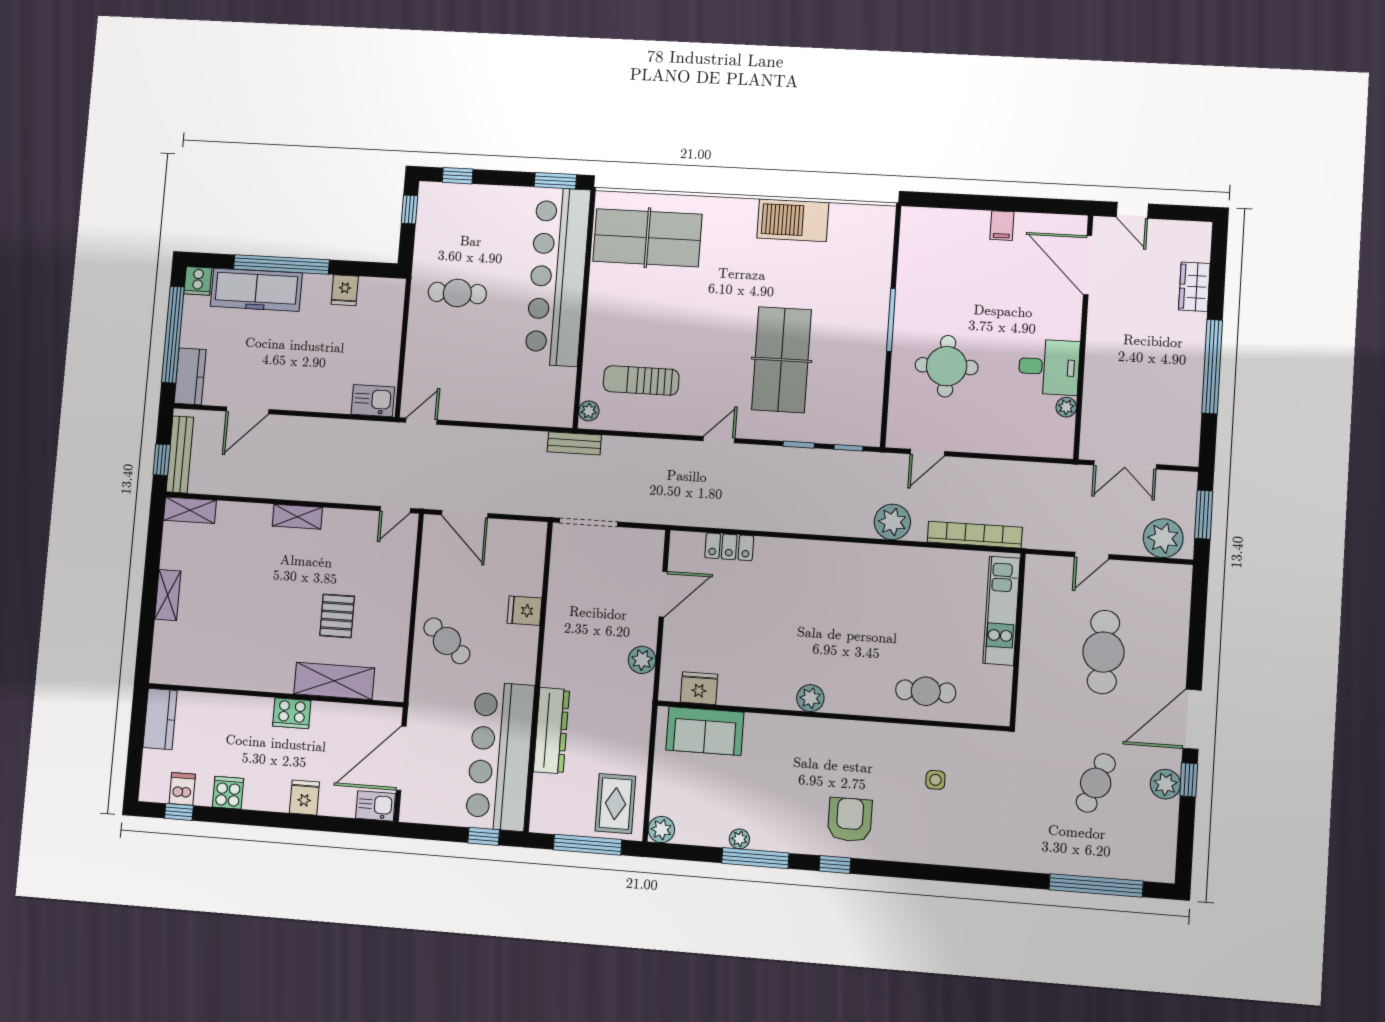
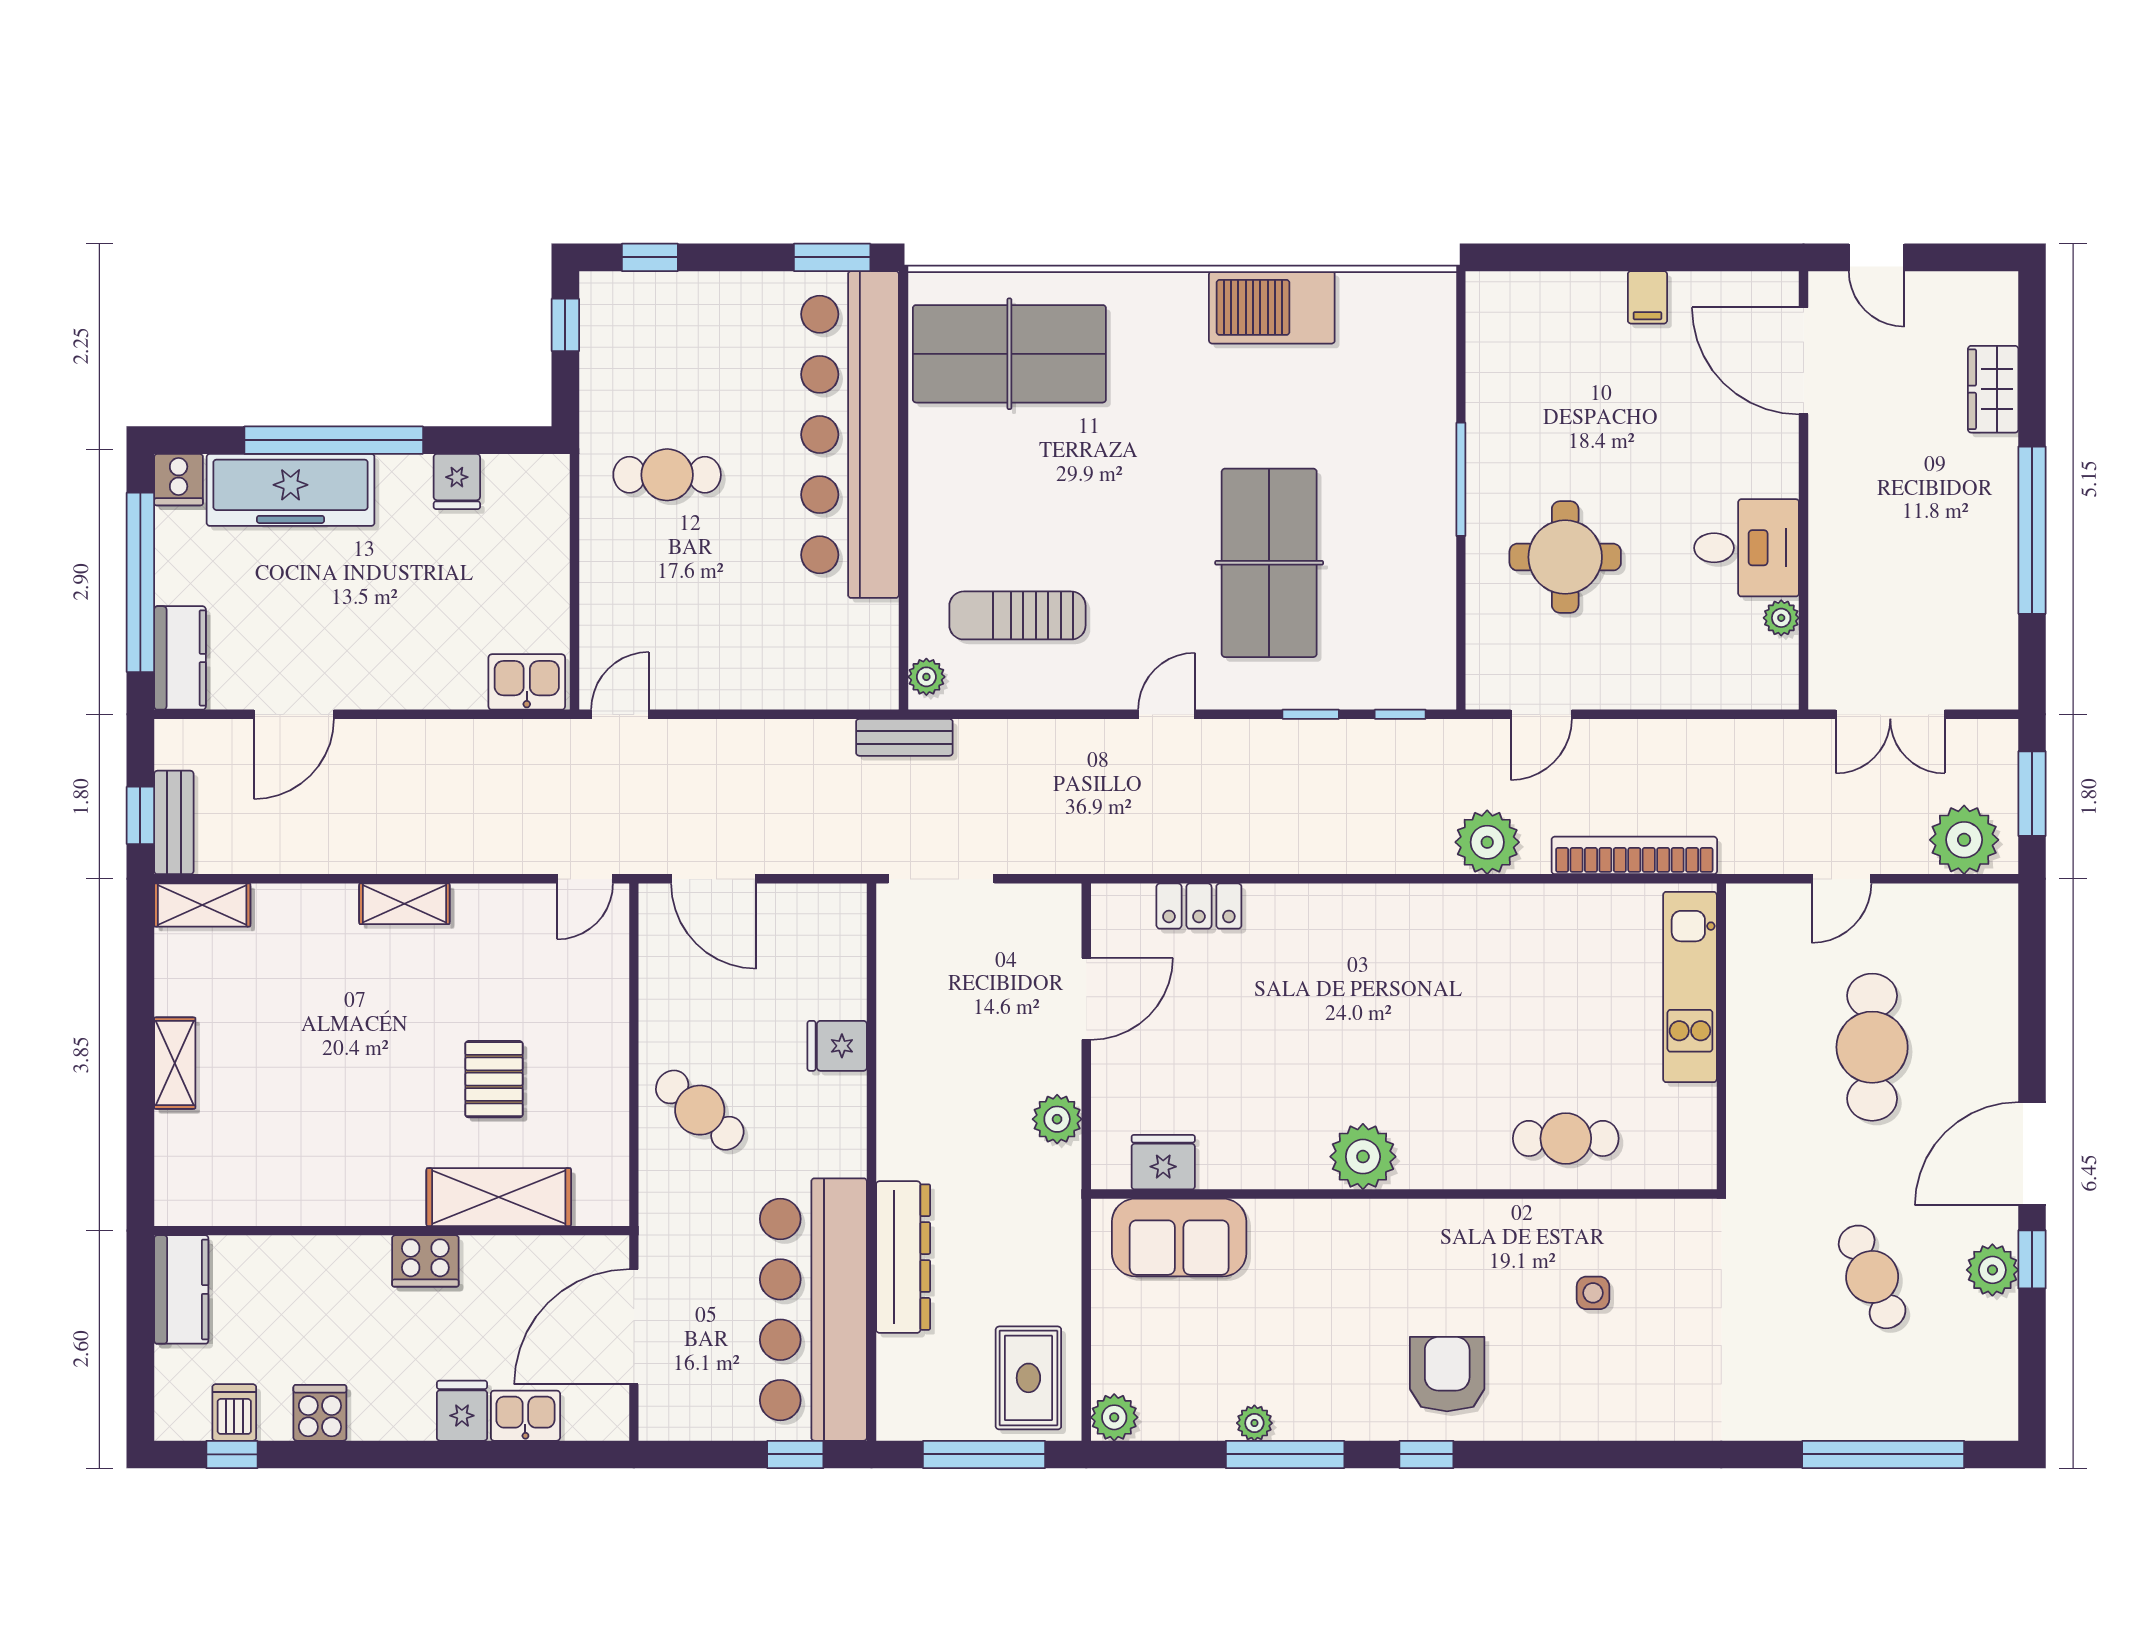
bench: (180, 455) -> (174, 822), width x0.73
plant: (810, 698) -> (1363, 1157), width x1.36, depth x1.36
cafe table: (1096, 783) -> (1872, 1277), turned -45
kitchen sink: (375, 806) -> (525, 1416), moved

